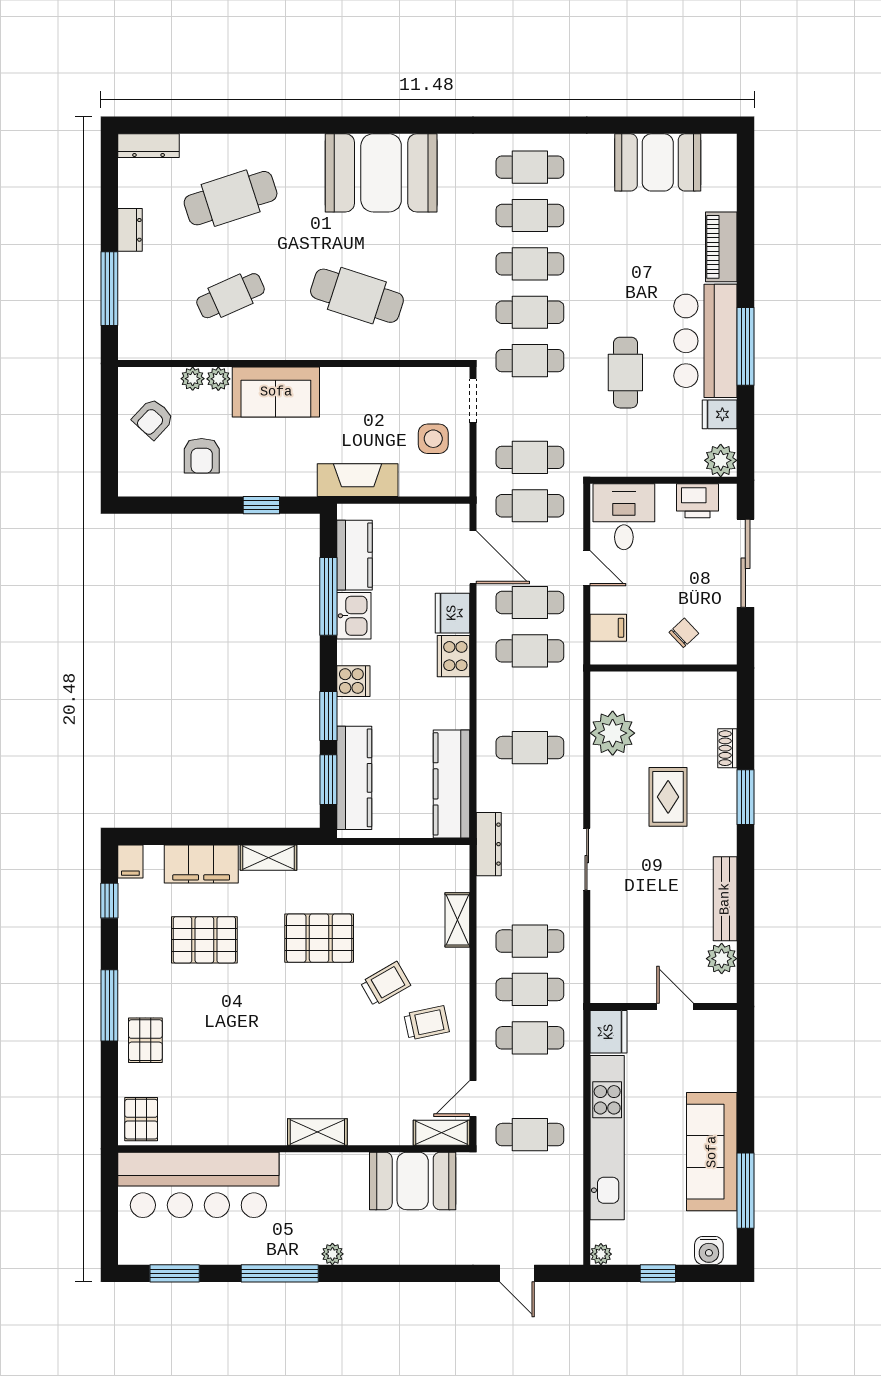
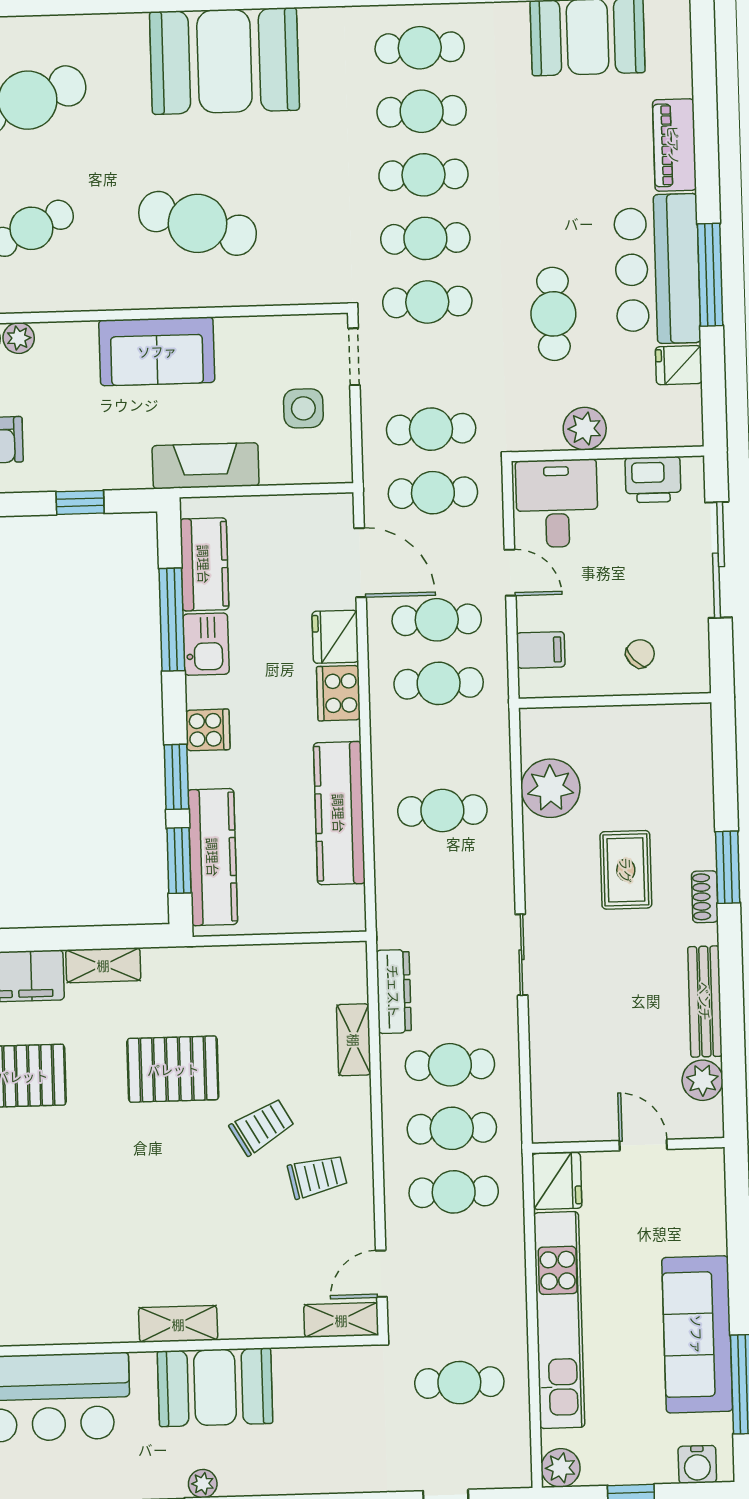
sofa: (276, 392) -> (157, 351), moved
plant: (721, 460) -> (585, 429), moved
shoe rack: (727, 748) -> (705, 897), moved
kitchen counter: (452, 784) -> (339, 813), moved
dresser: (489, 844) -> (394, 991), moved
cafe table: (530, 1135) -> (459, 1383), moved
booth: (413, 1181) -> (215, 1387), moved
plant: (601, 1254) -> (561, 1468), width x1.38, depth x1.38

